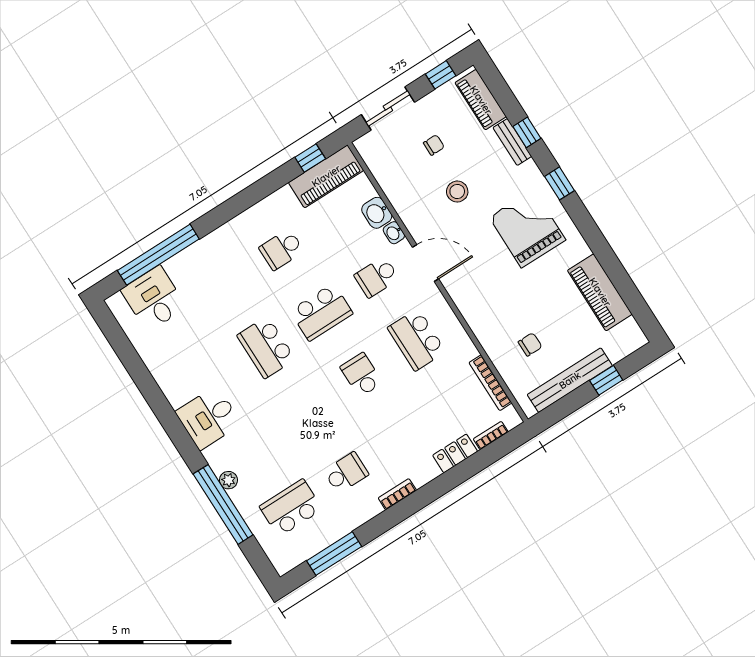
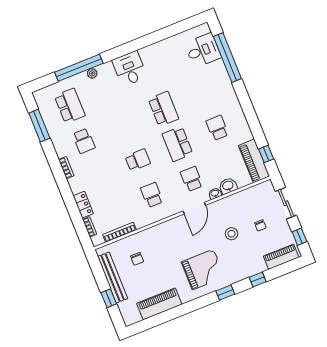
bench: (512, 142) -> (254, 270), removed
school desk: (417, 340) -> (152, 195), width x0.54
school desk: (266, 347) -> (163, 109), turned 90

